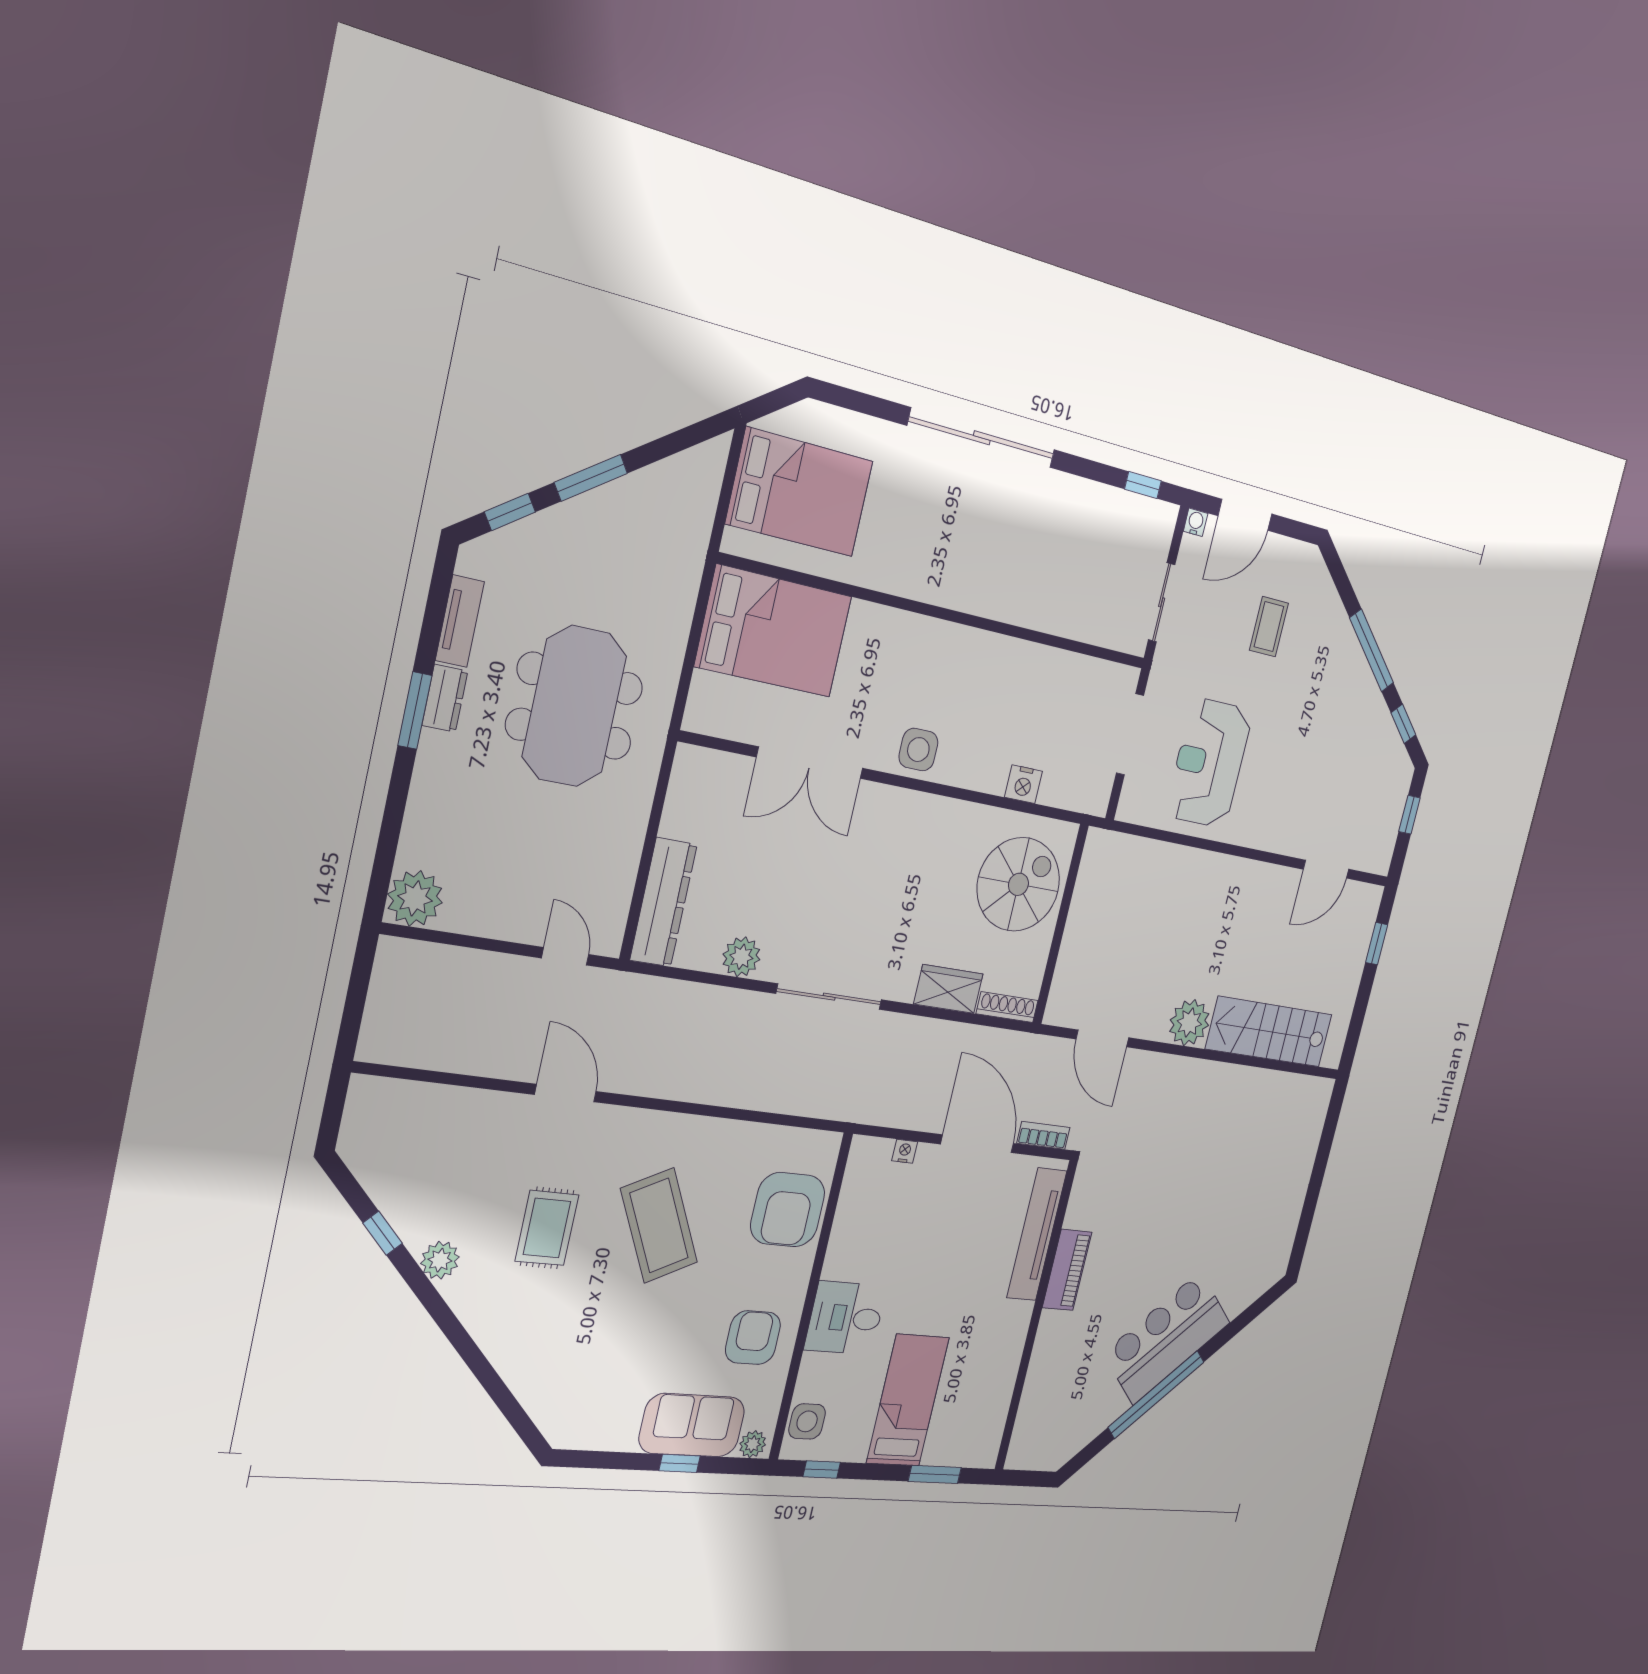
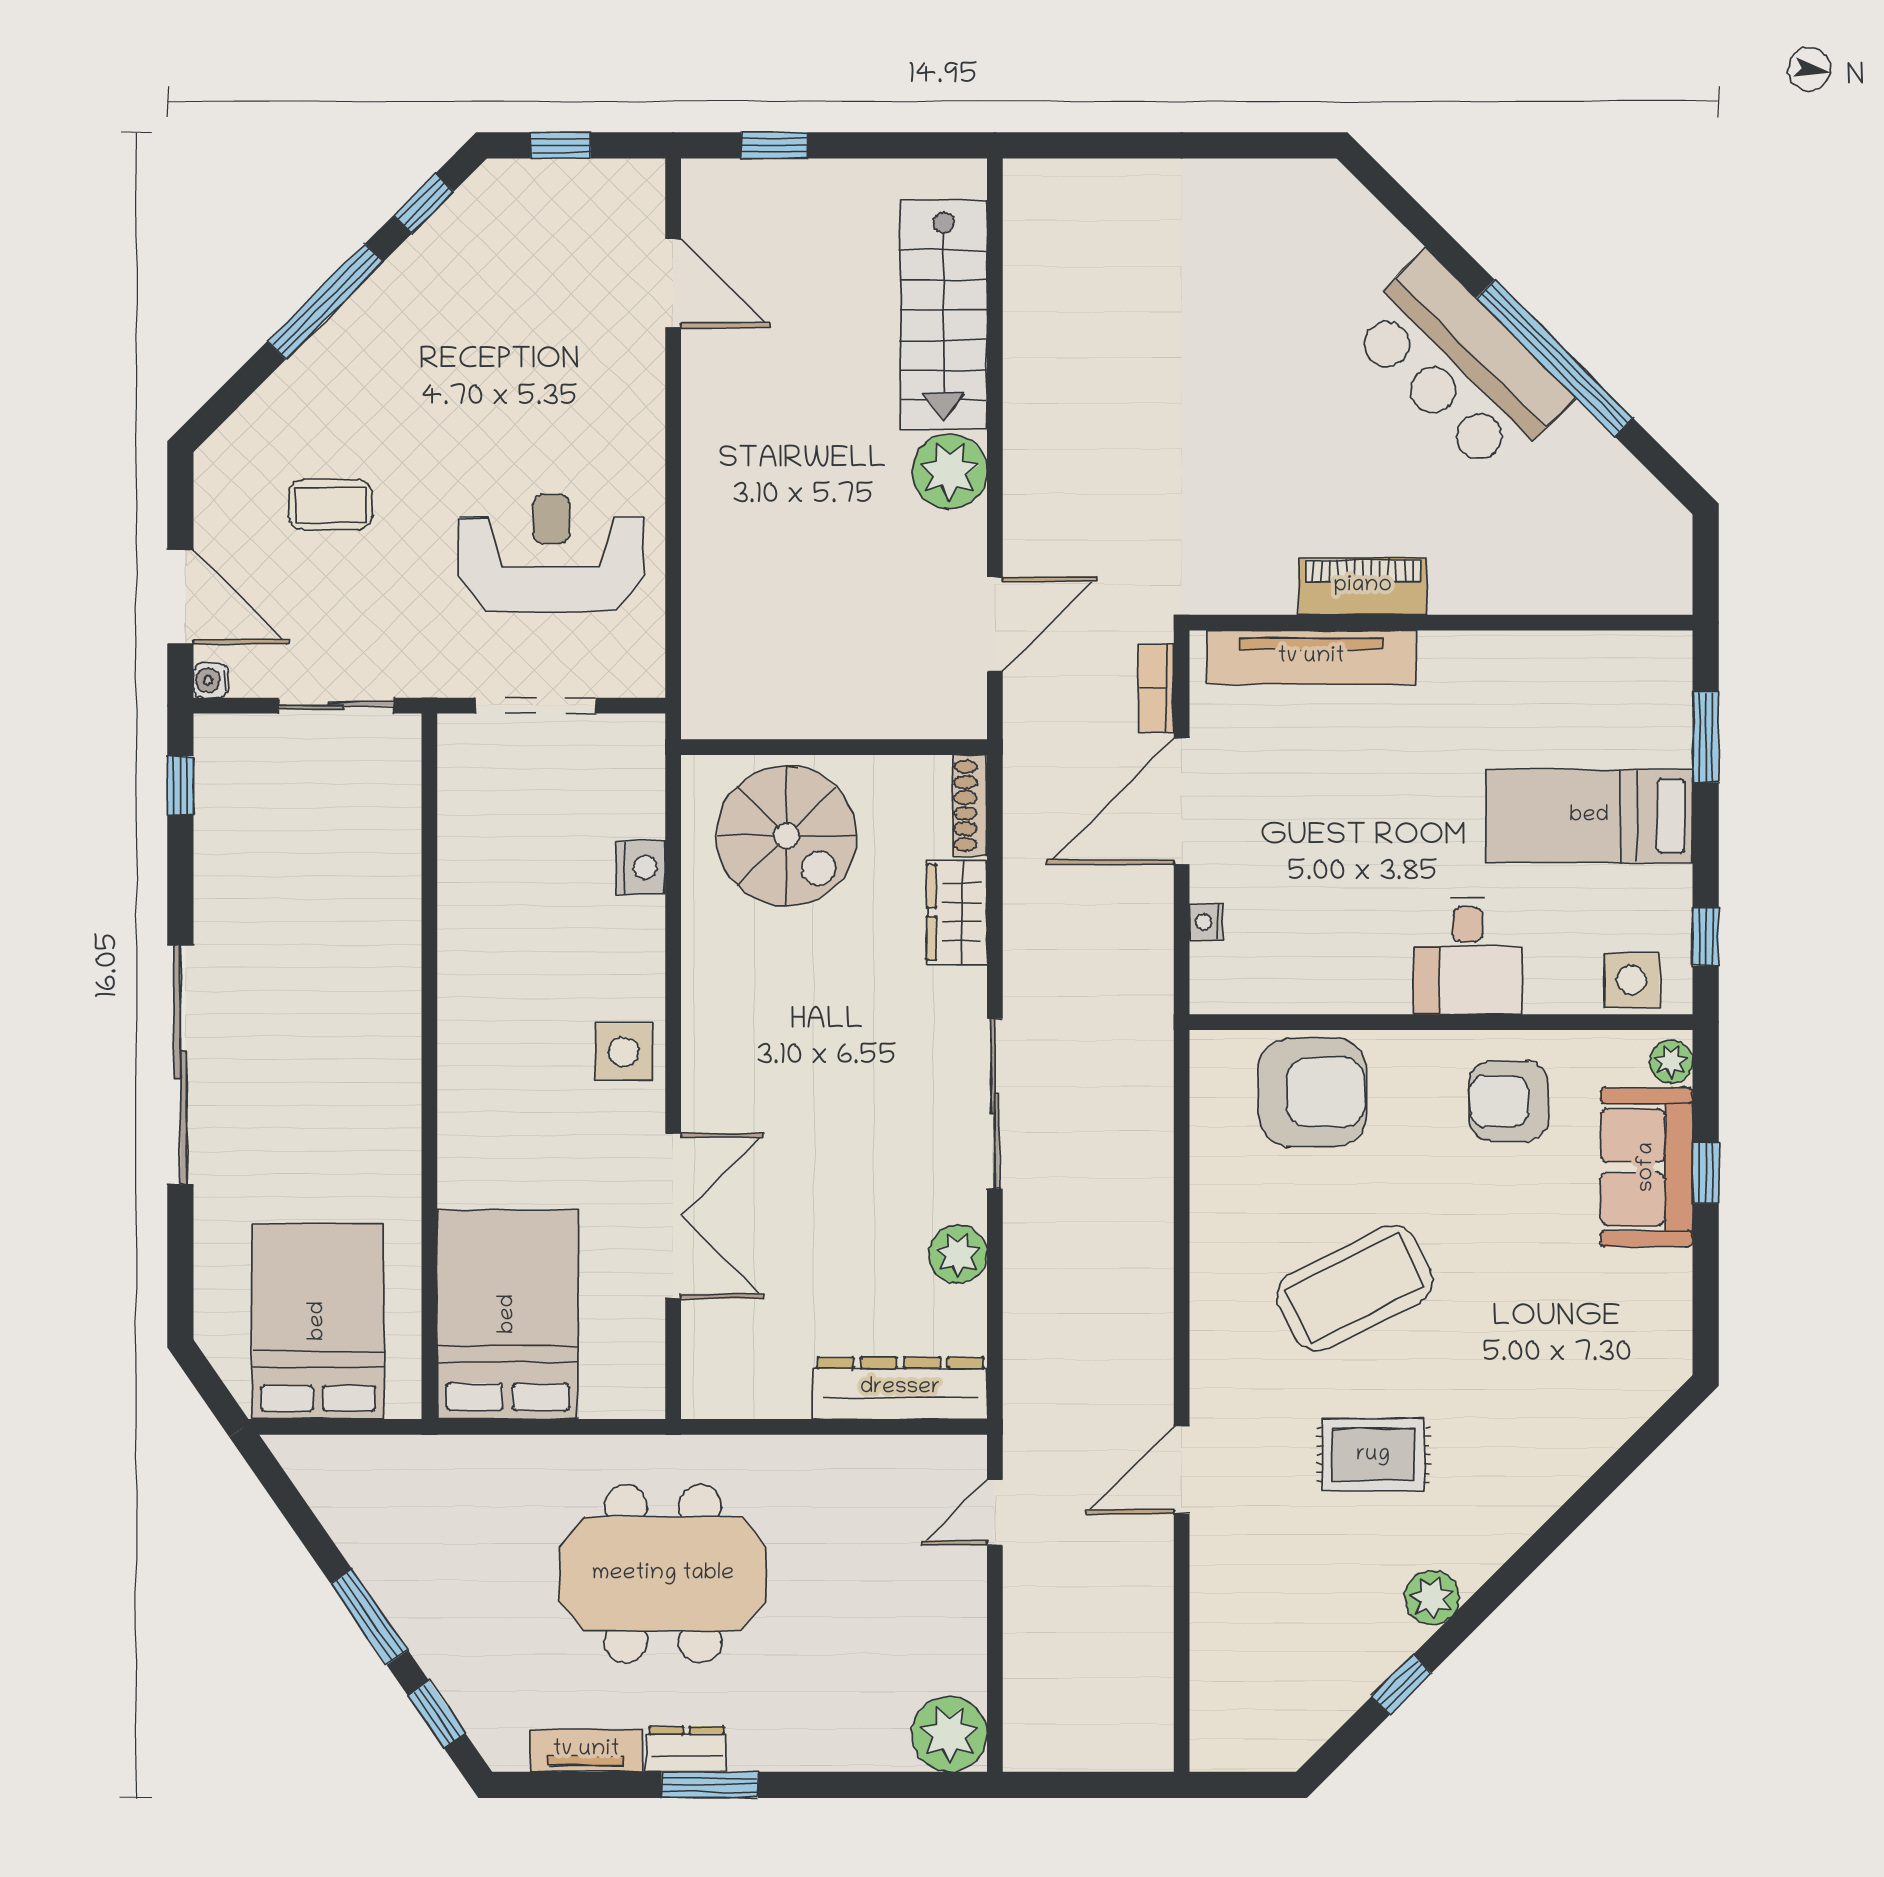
reception desk: (1209, 763) -> (551, 553), turned 180
spiral stairs: (1018, 884) -> (787, 836), turned 180

